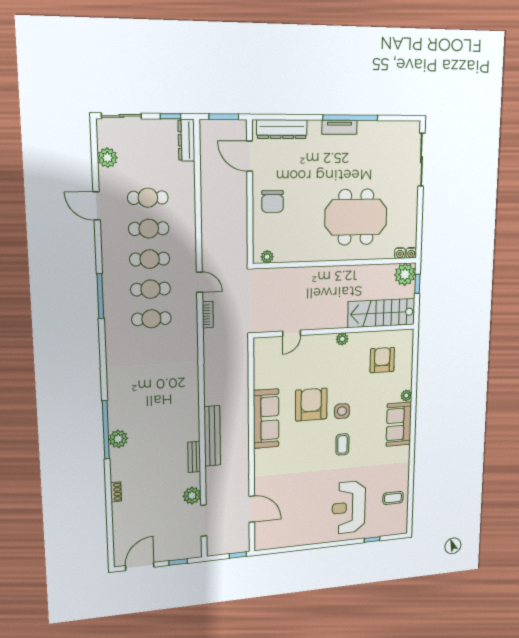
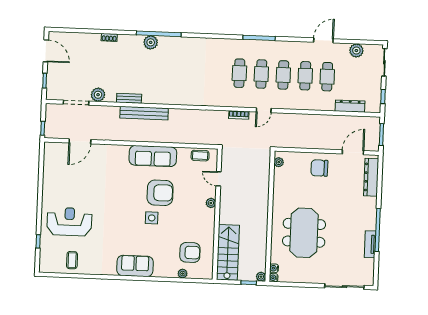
tv unit: (339, 127) -> (370, 244), moved
dresser: (186, 140) -> (350, 106), moved
plant: (405, 274) -> (261, 277), width x0.53, depth x0.53
plant: (342, 339) -> (211, 203), moved
plant: (406, 396) -> (183, 274), moved
coffee table: (342, 444) -> (200, 156), moved

